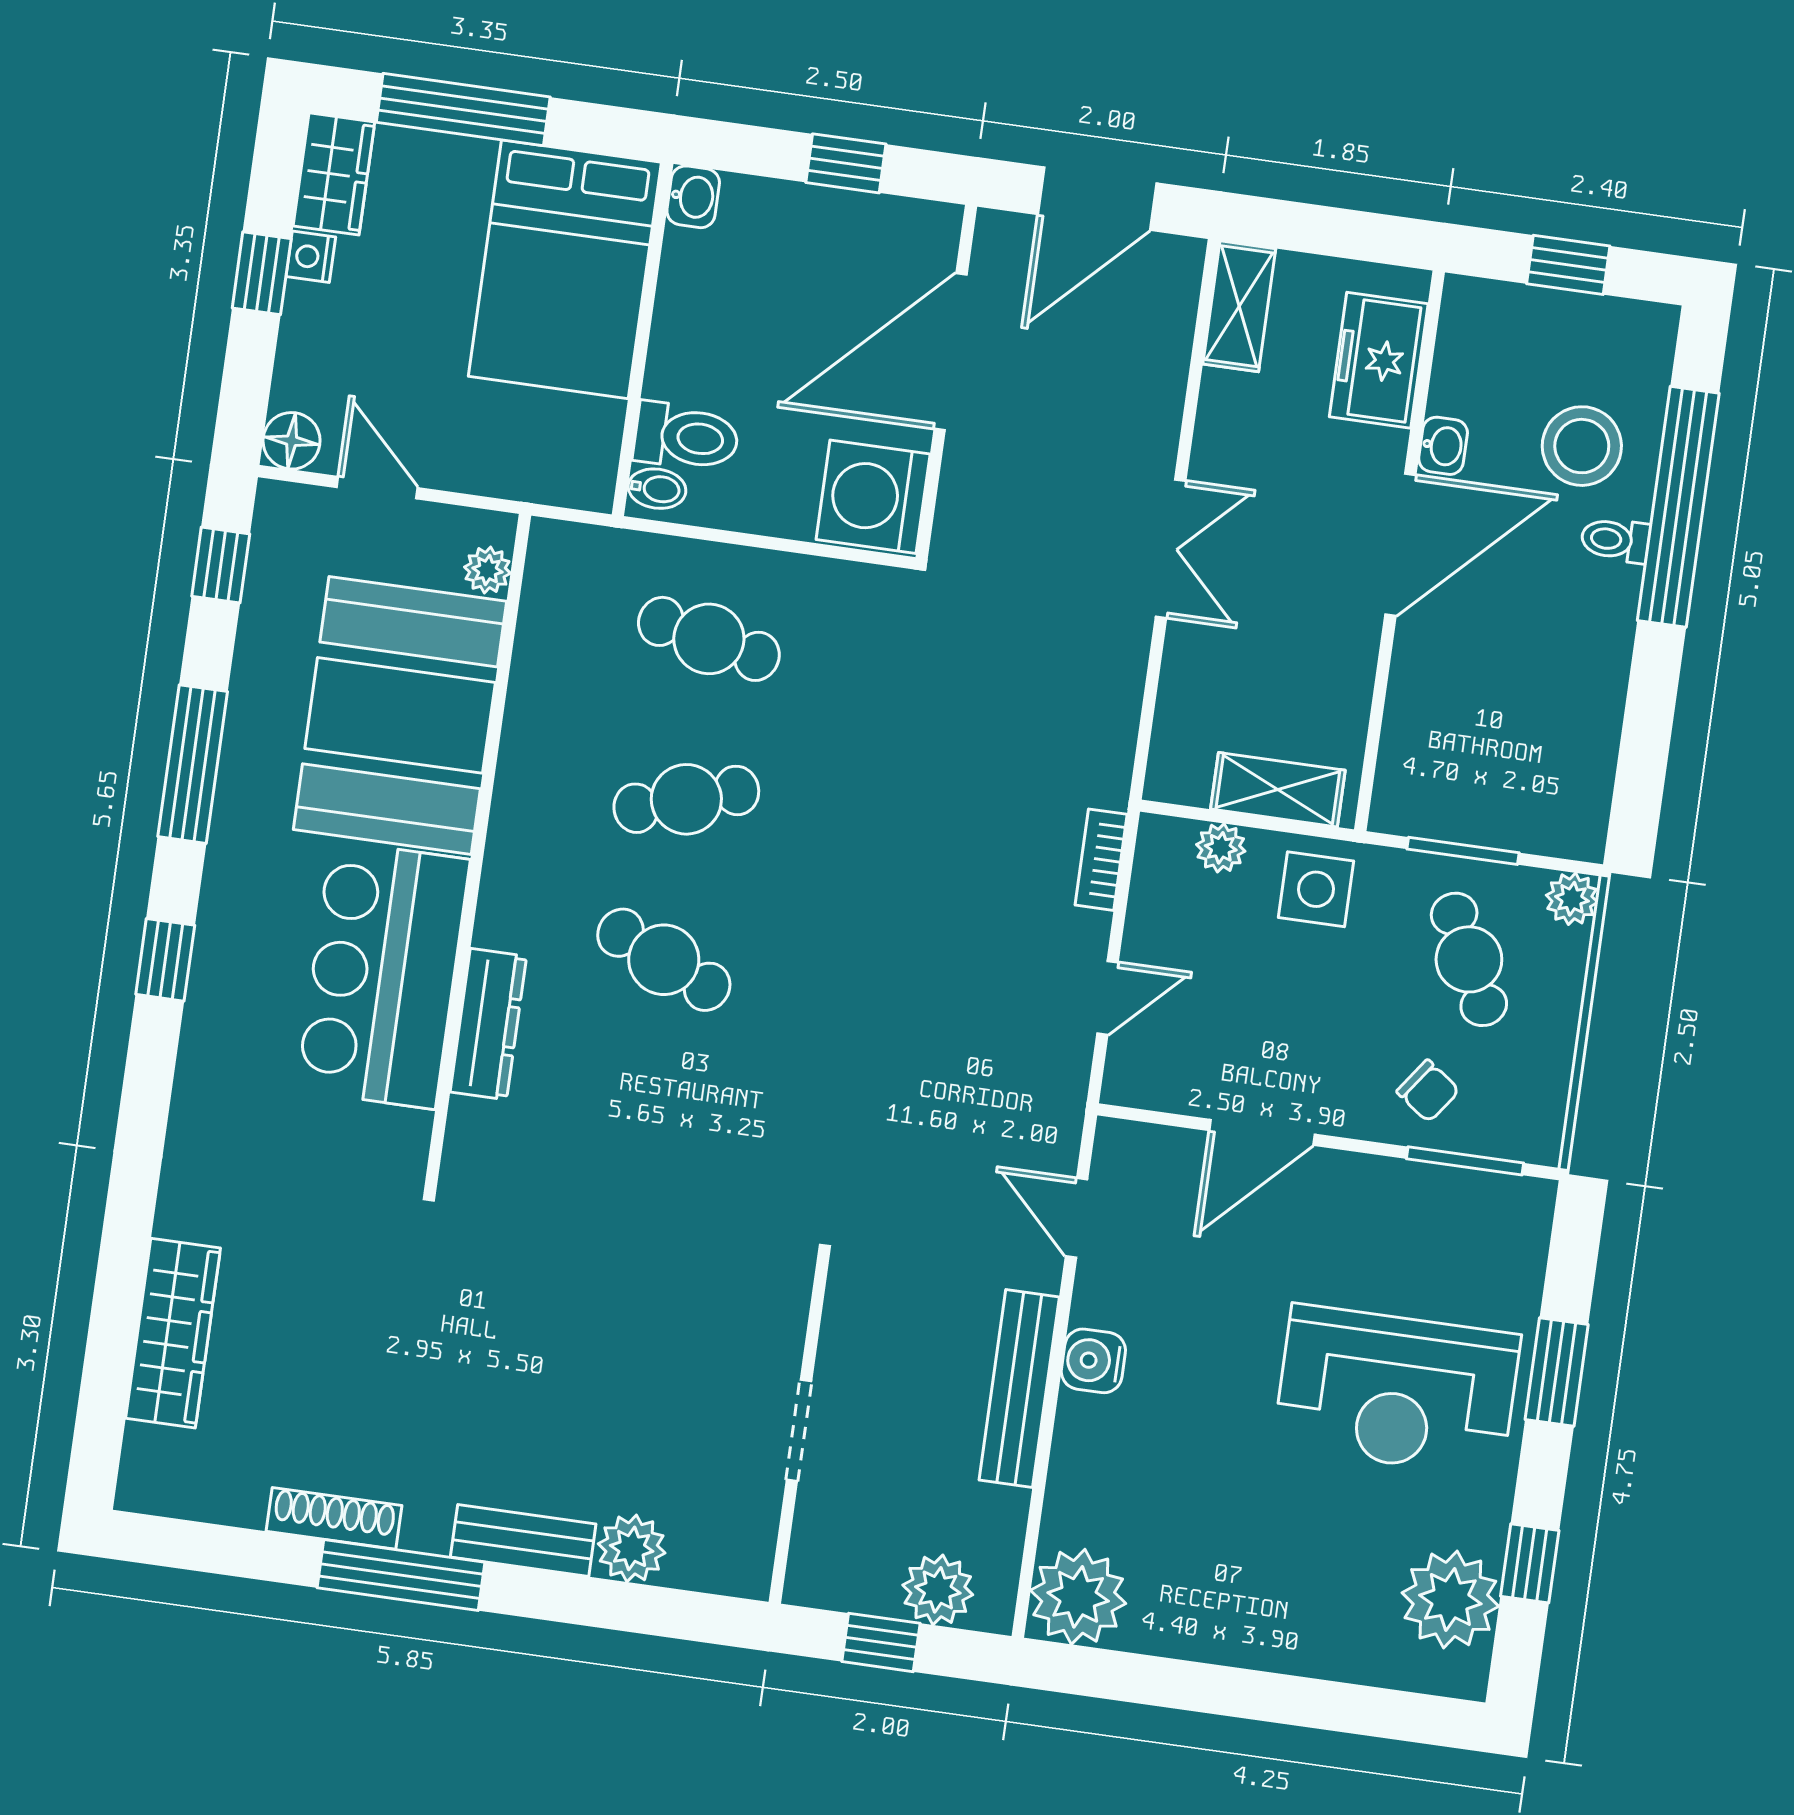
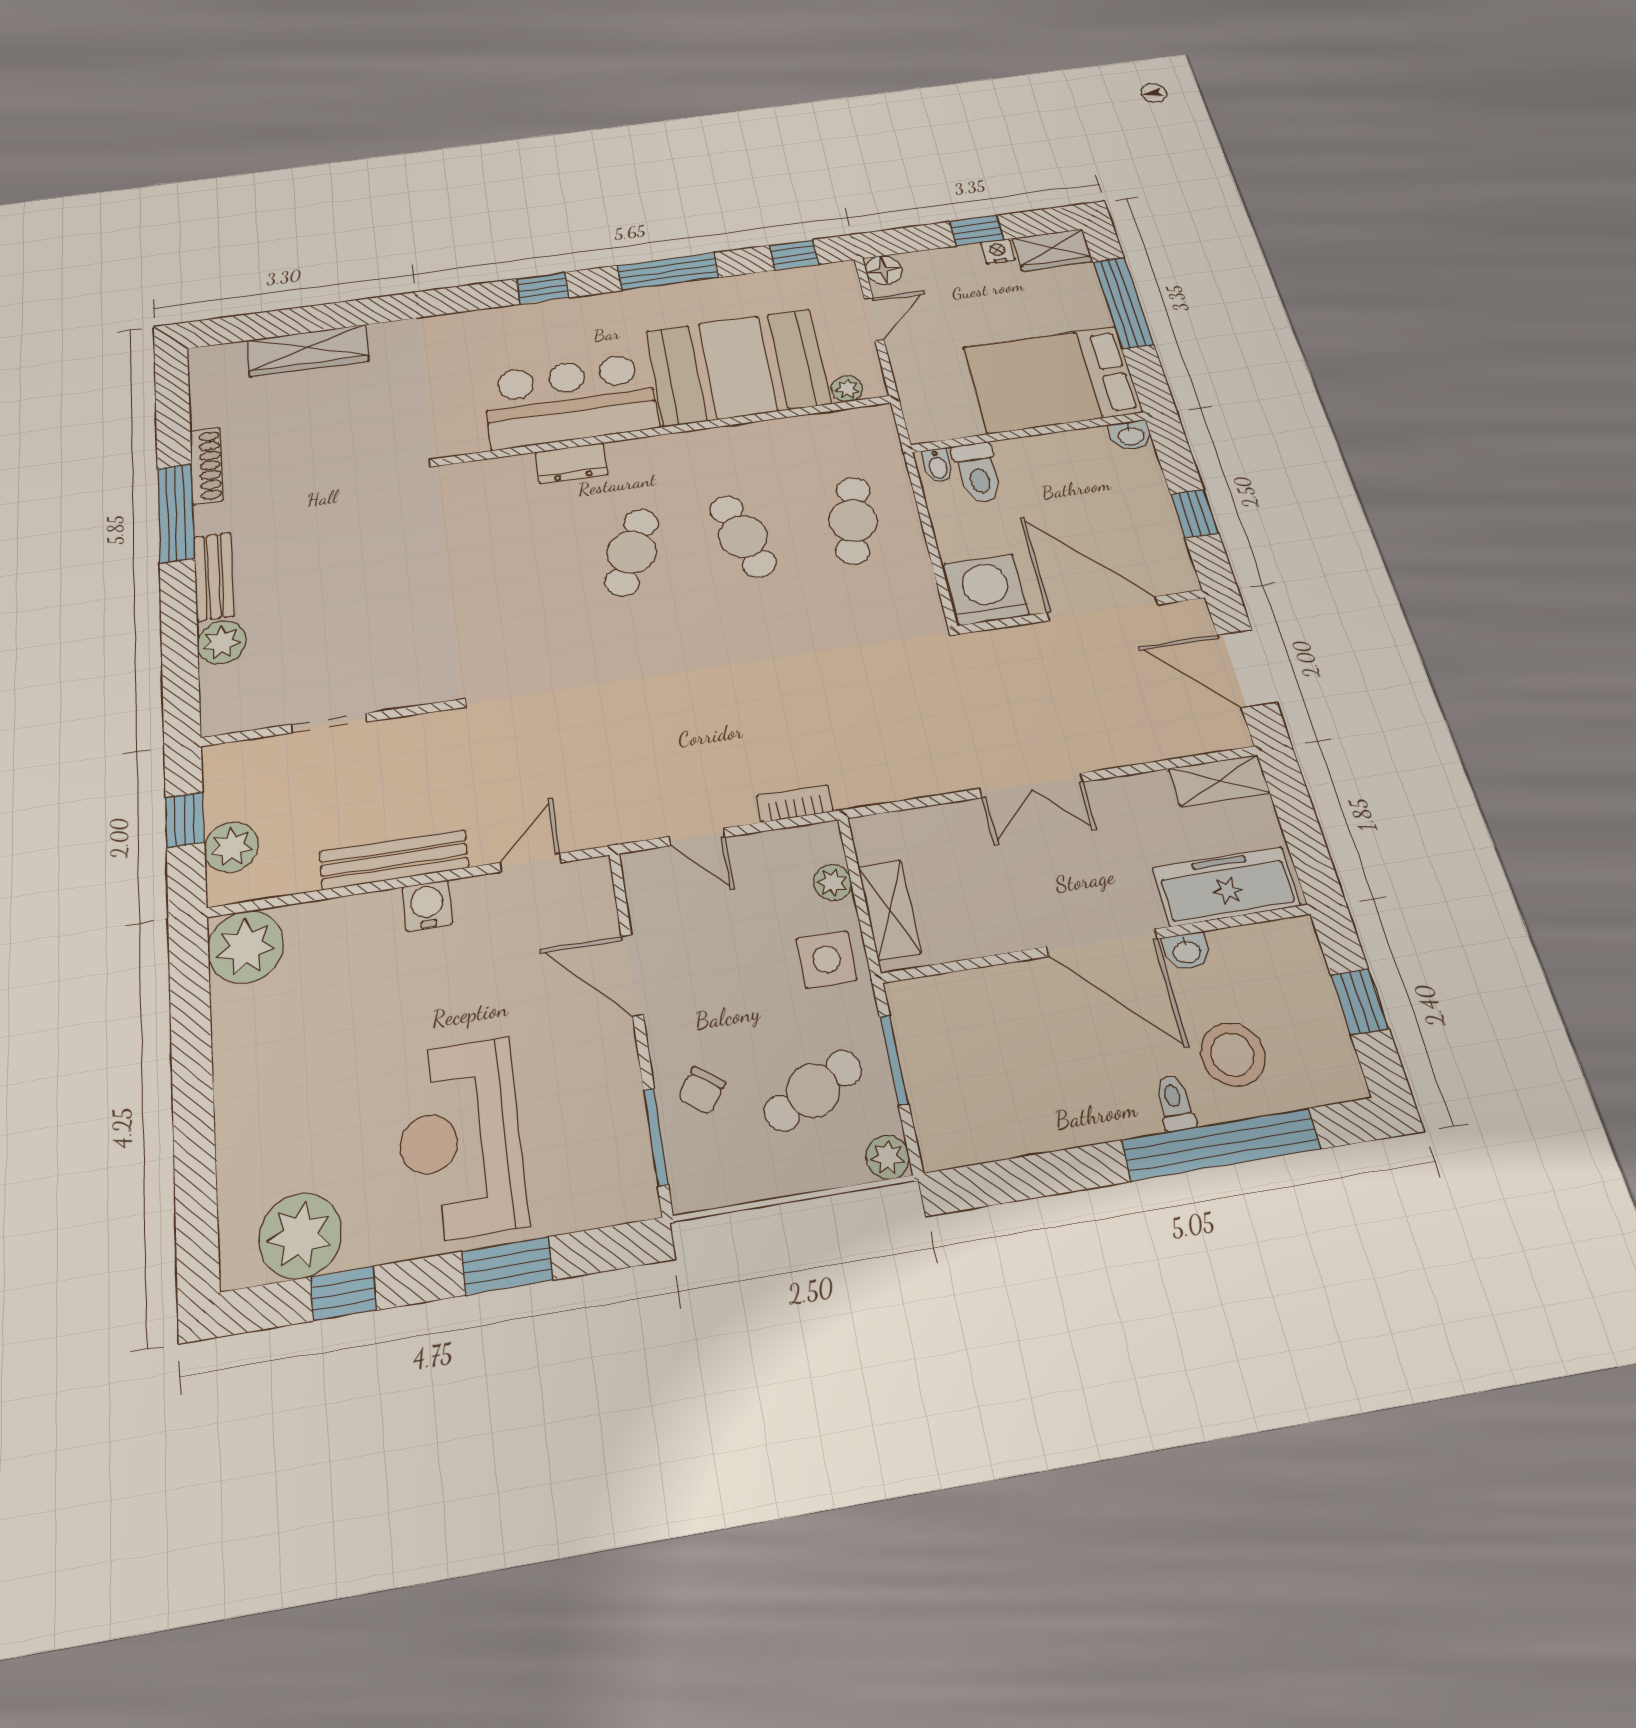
freezer: (1379, 360) -> (1226, 887), width x1.40
dresser: (488, 1024) -> (572, 463), width x0.70

